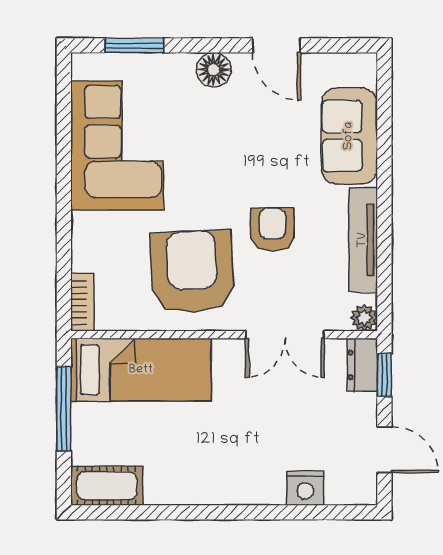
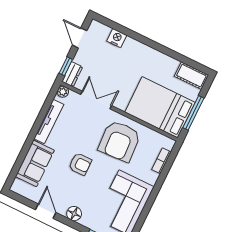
armchair: (272, 230) -> (80, 164), moved, turned -90
bookcase: (82, 302) -> (161, 161), moved
bed: (141, 370) -> (160, 107), width x1.50

